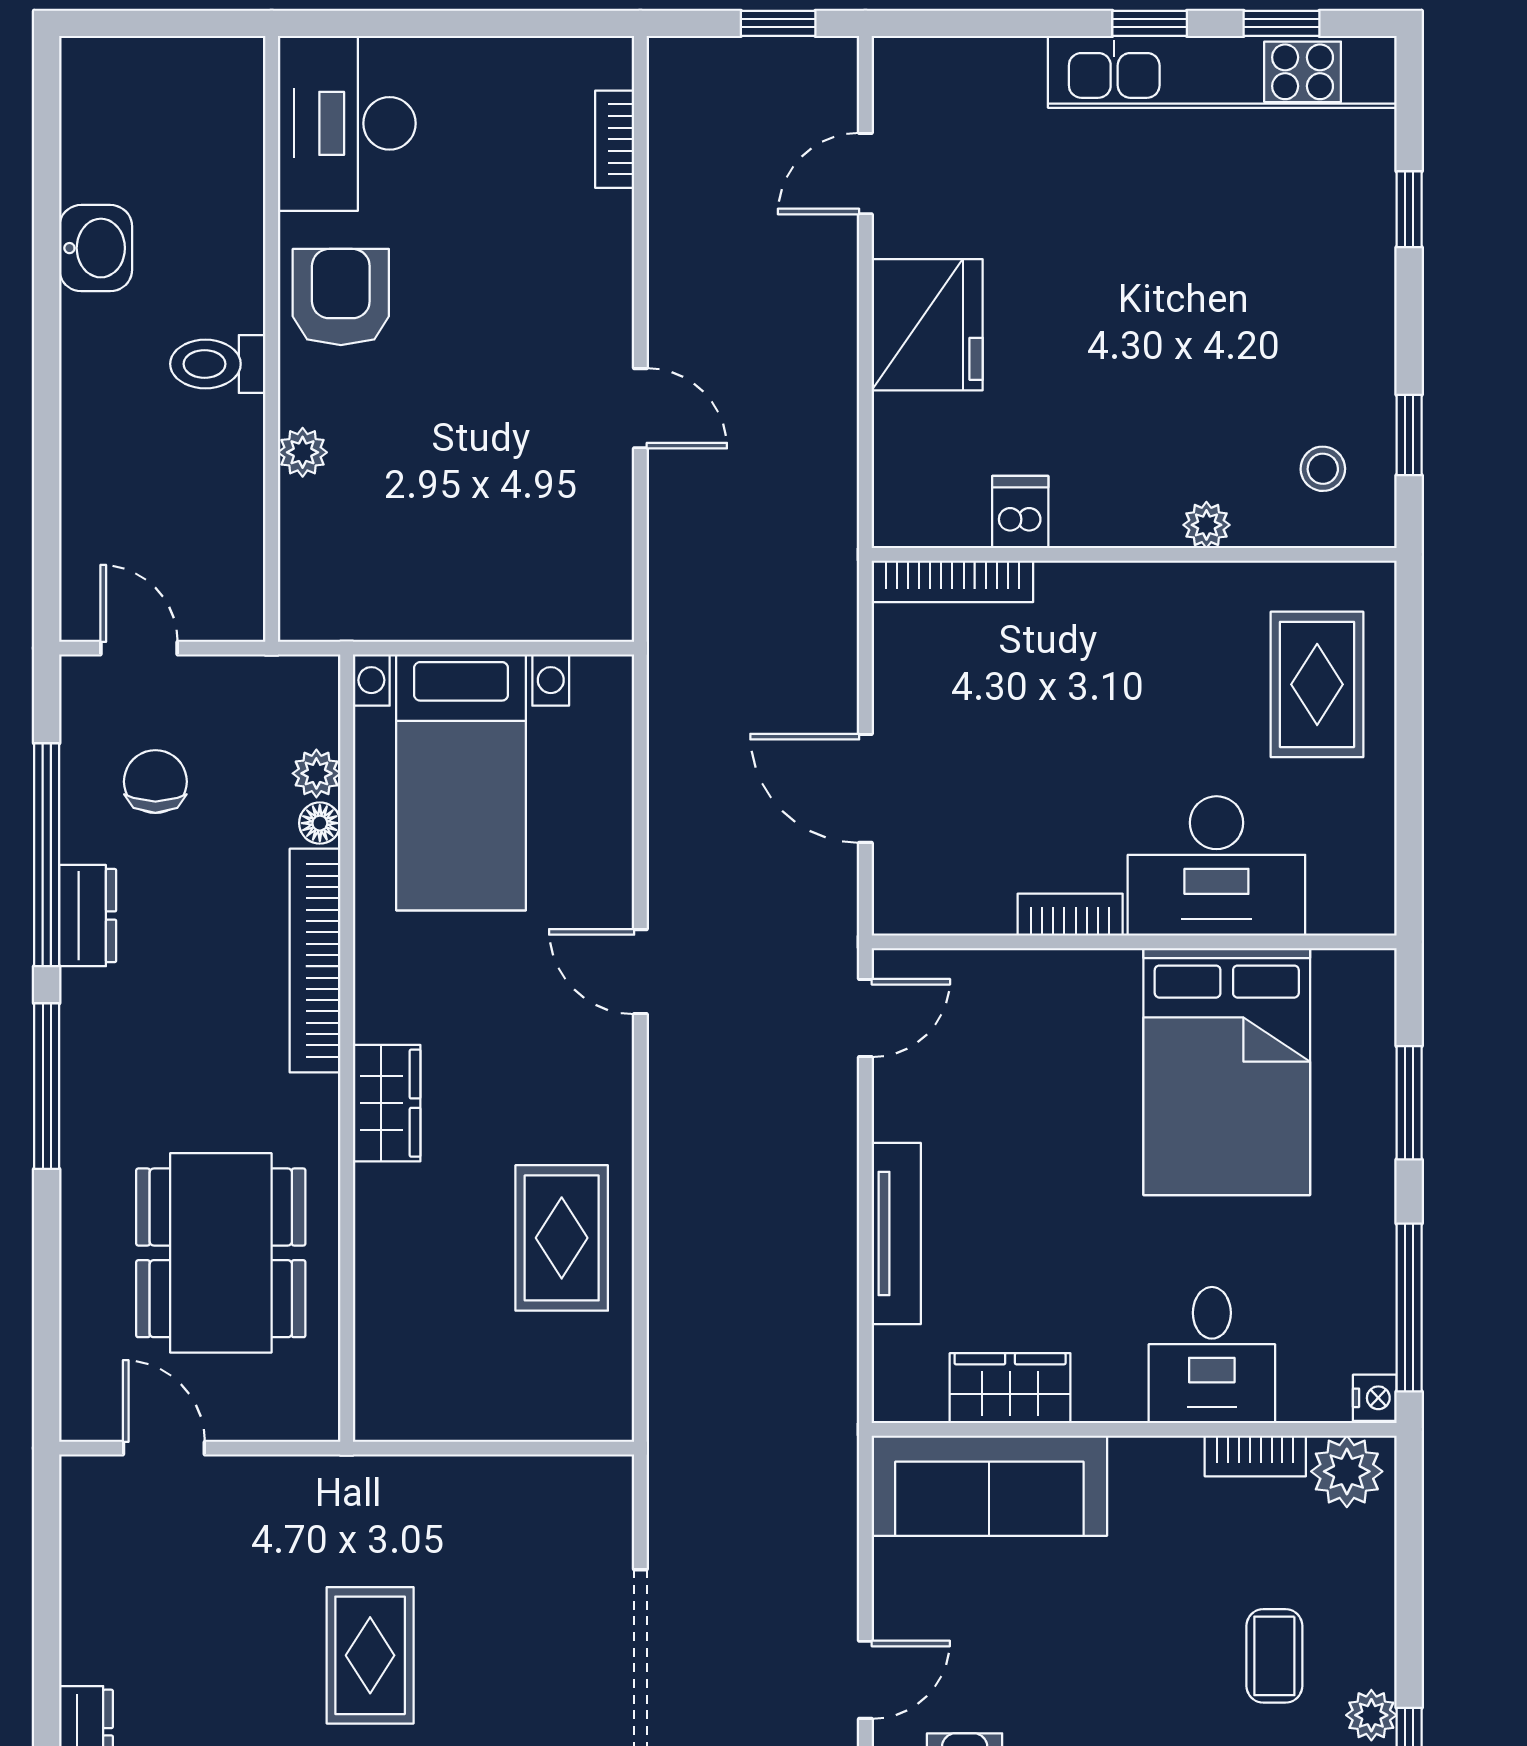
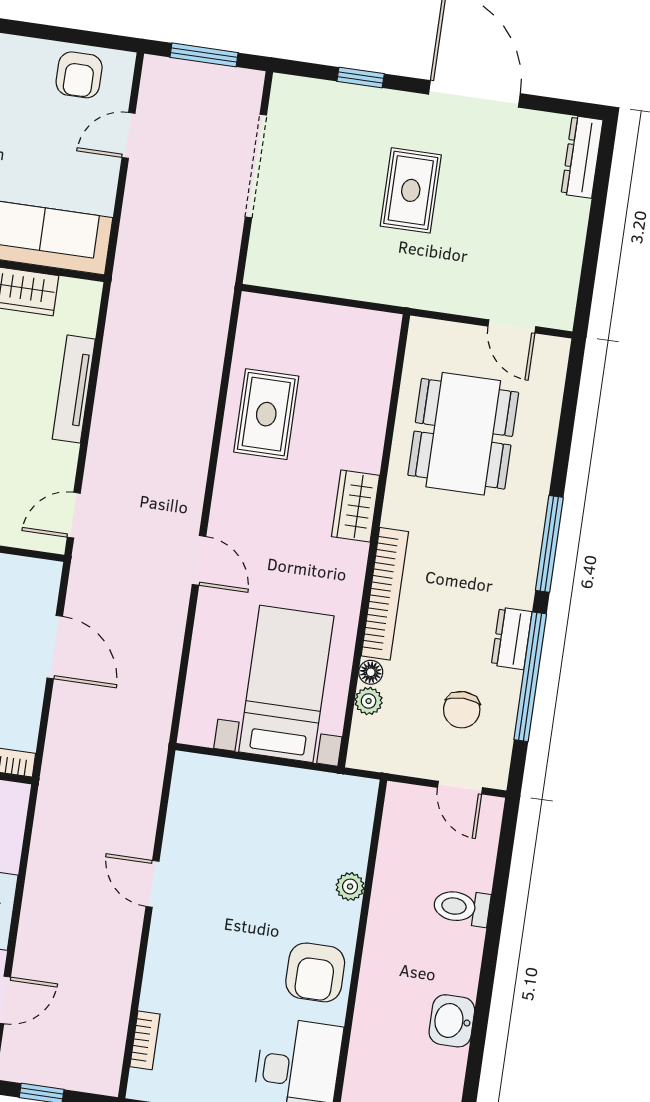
toilet: (218, 364) -> (462, 907), moved, turned 180

